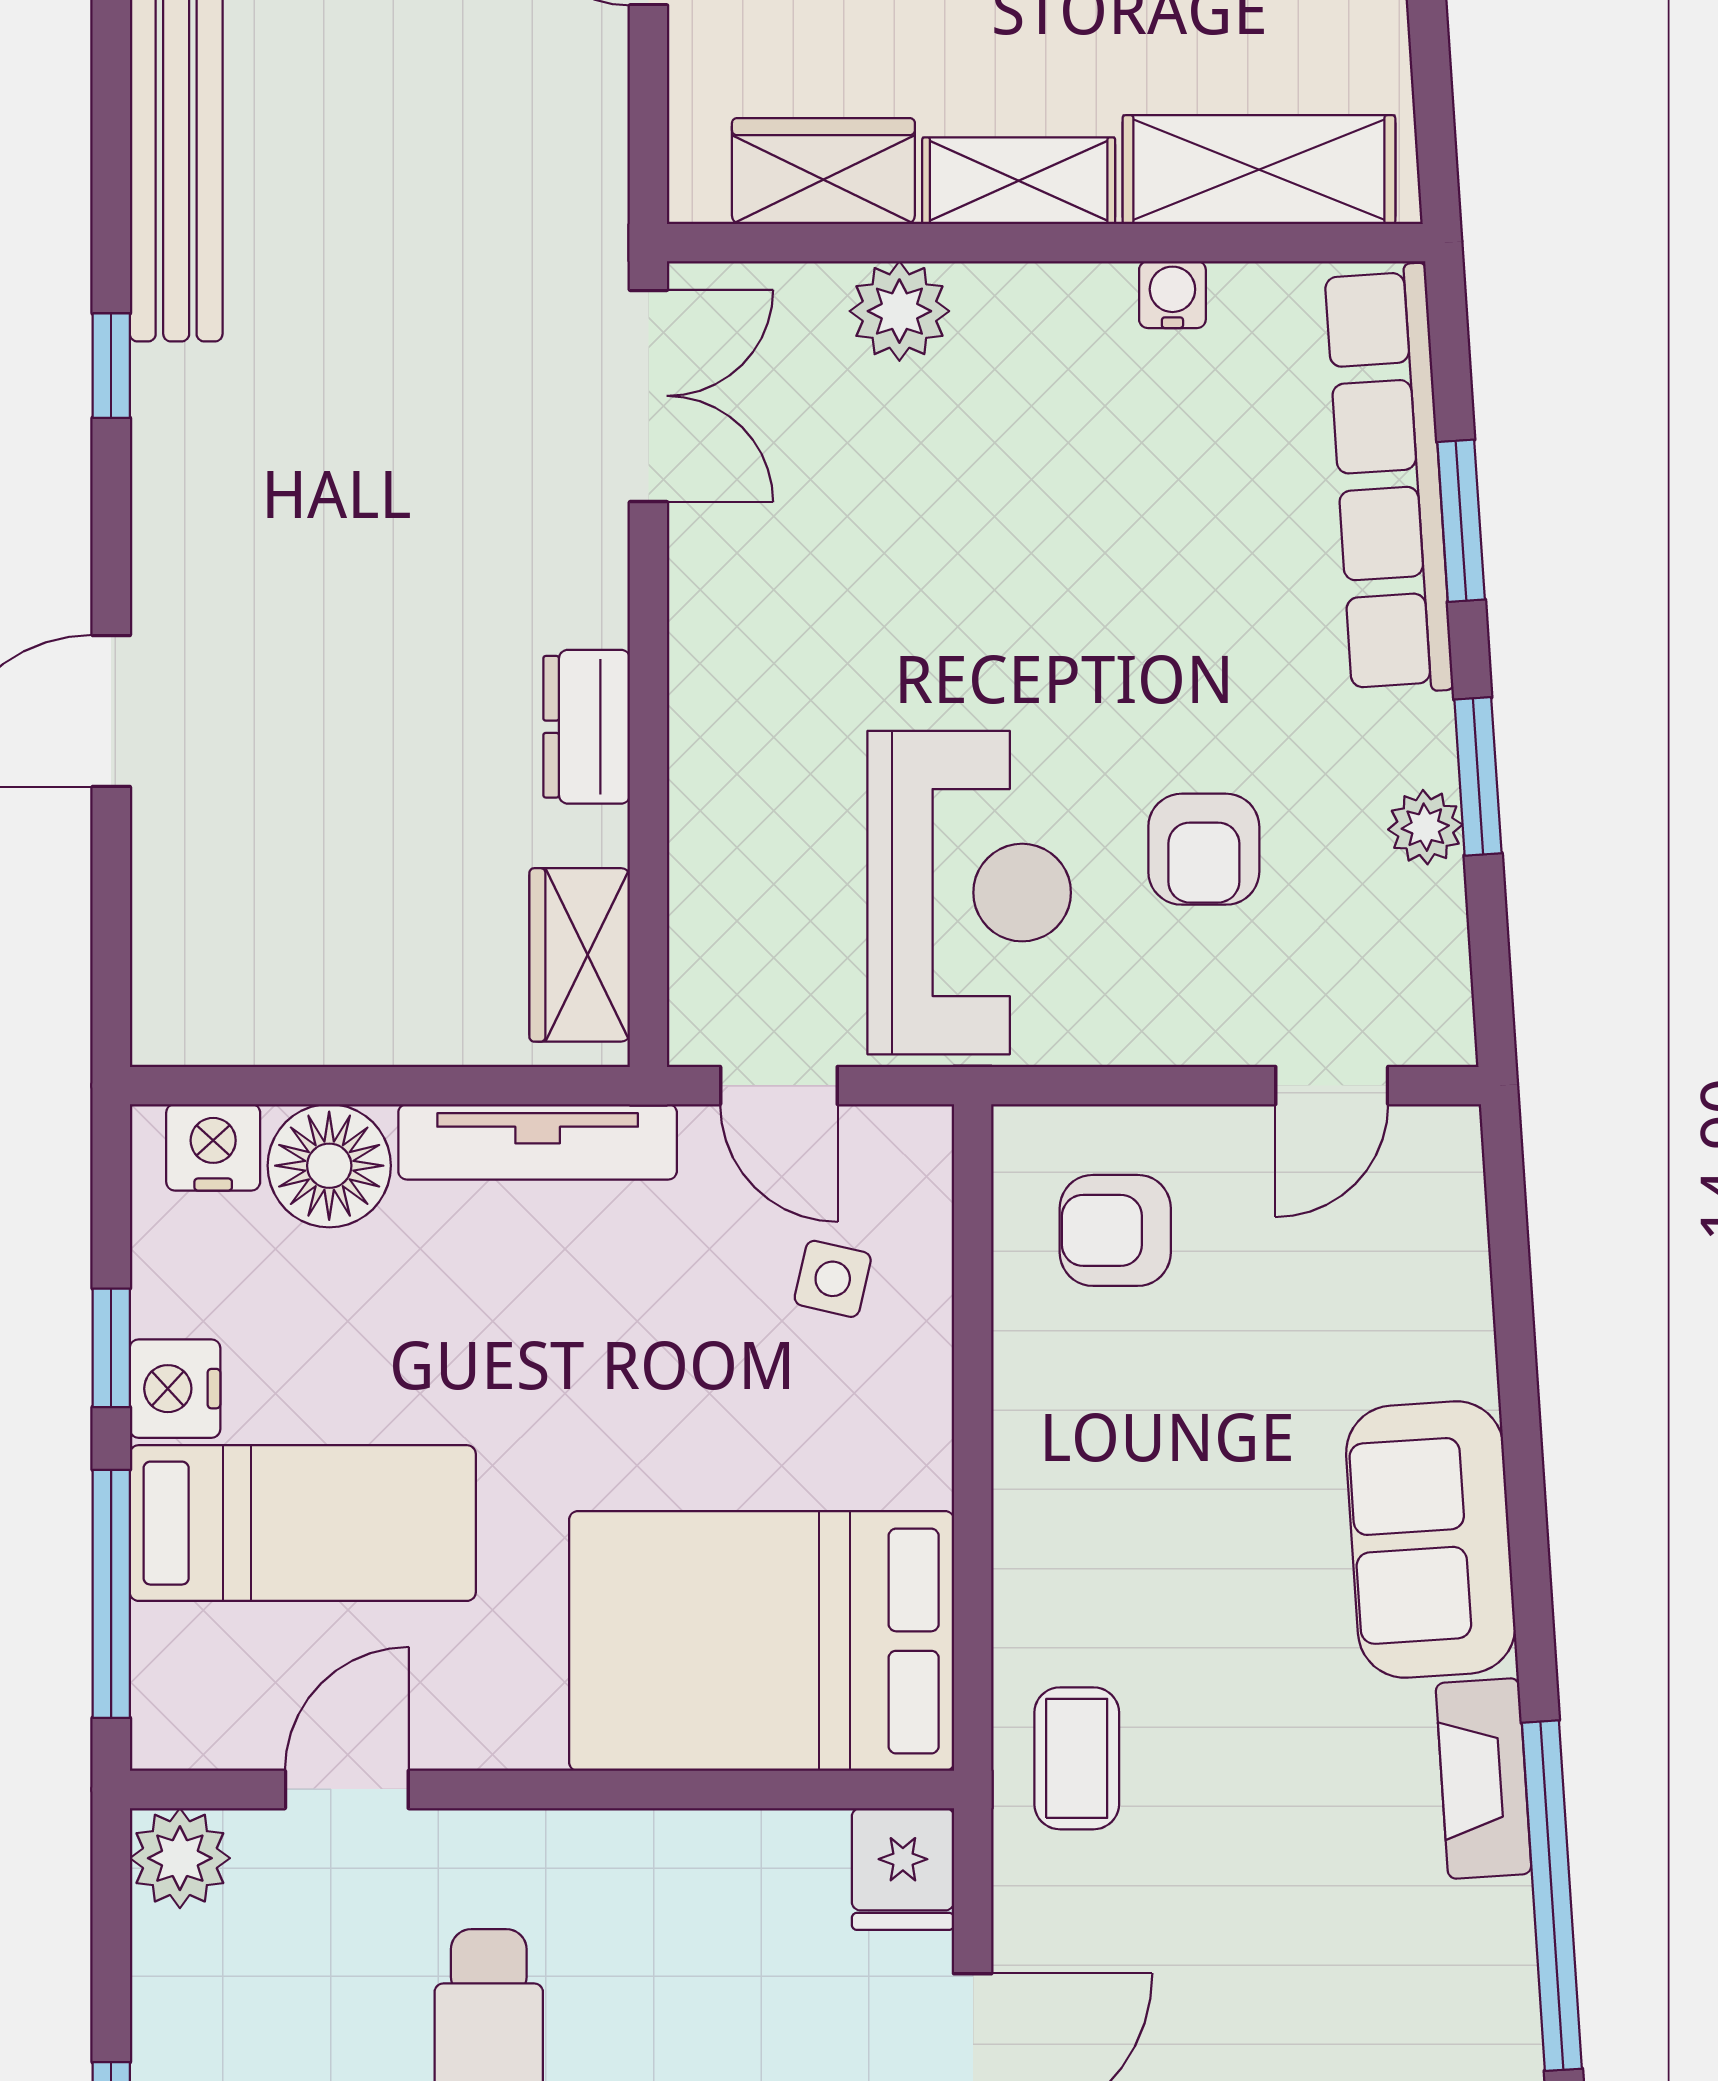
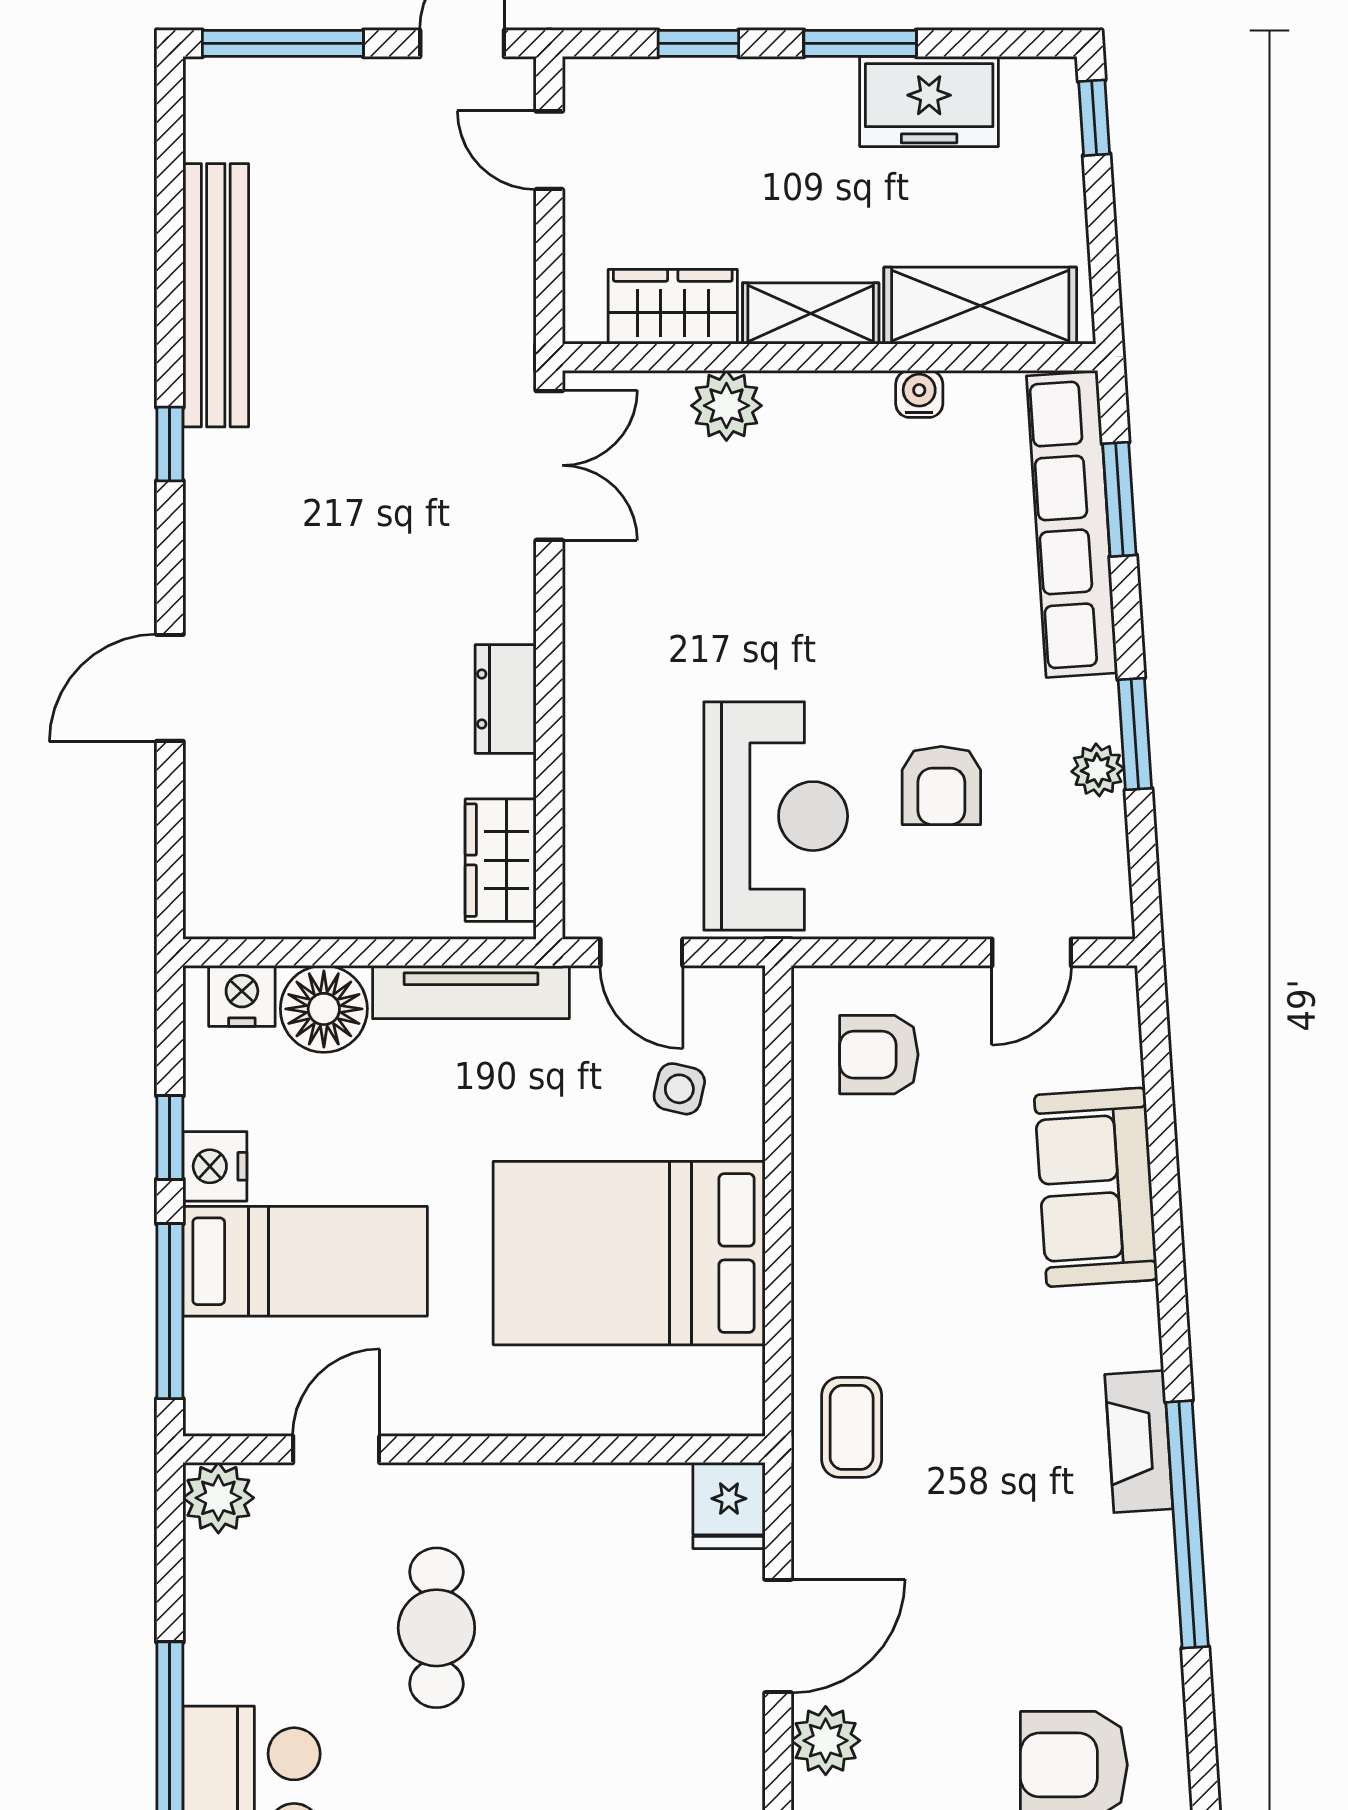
window: (1461, 521) -> (1119, 499), moved
sofa: (1431, 1540) -> (1096, 1187), moved
bed: (762, 1641) -> (629, 1253), moved

